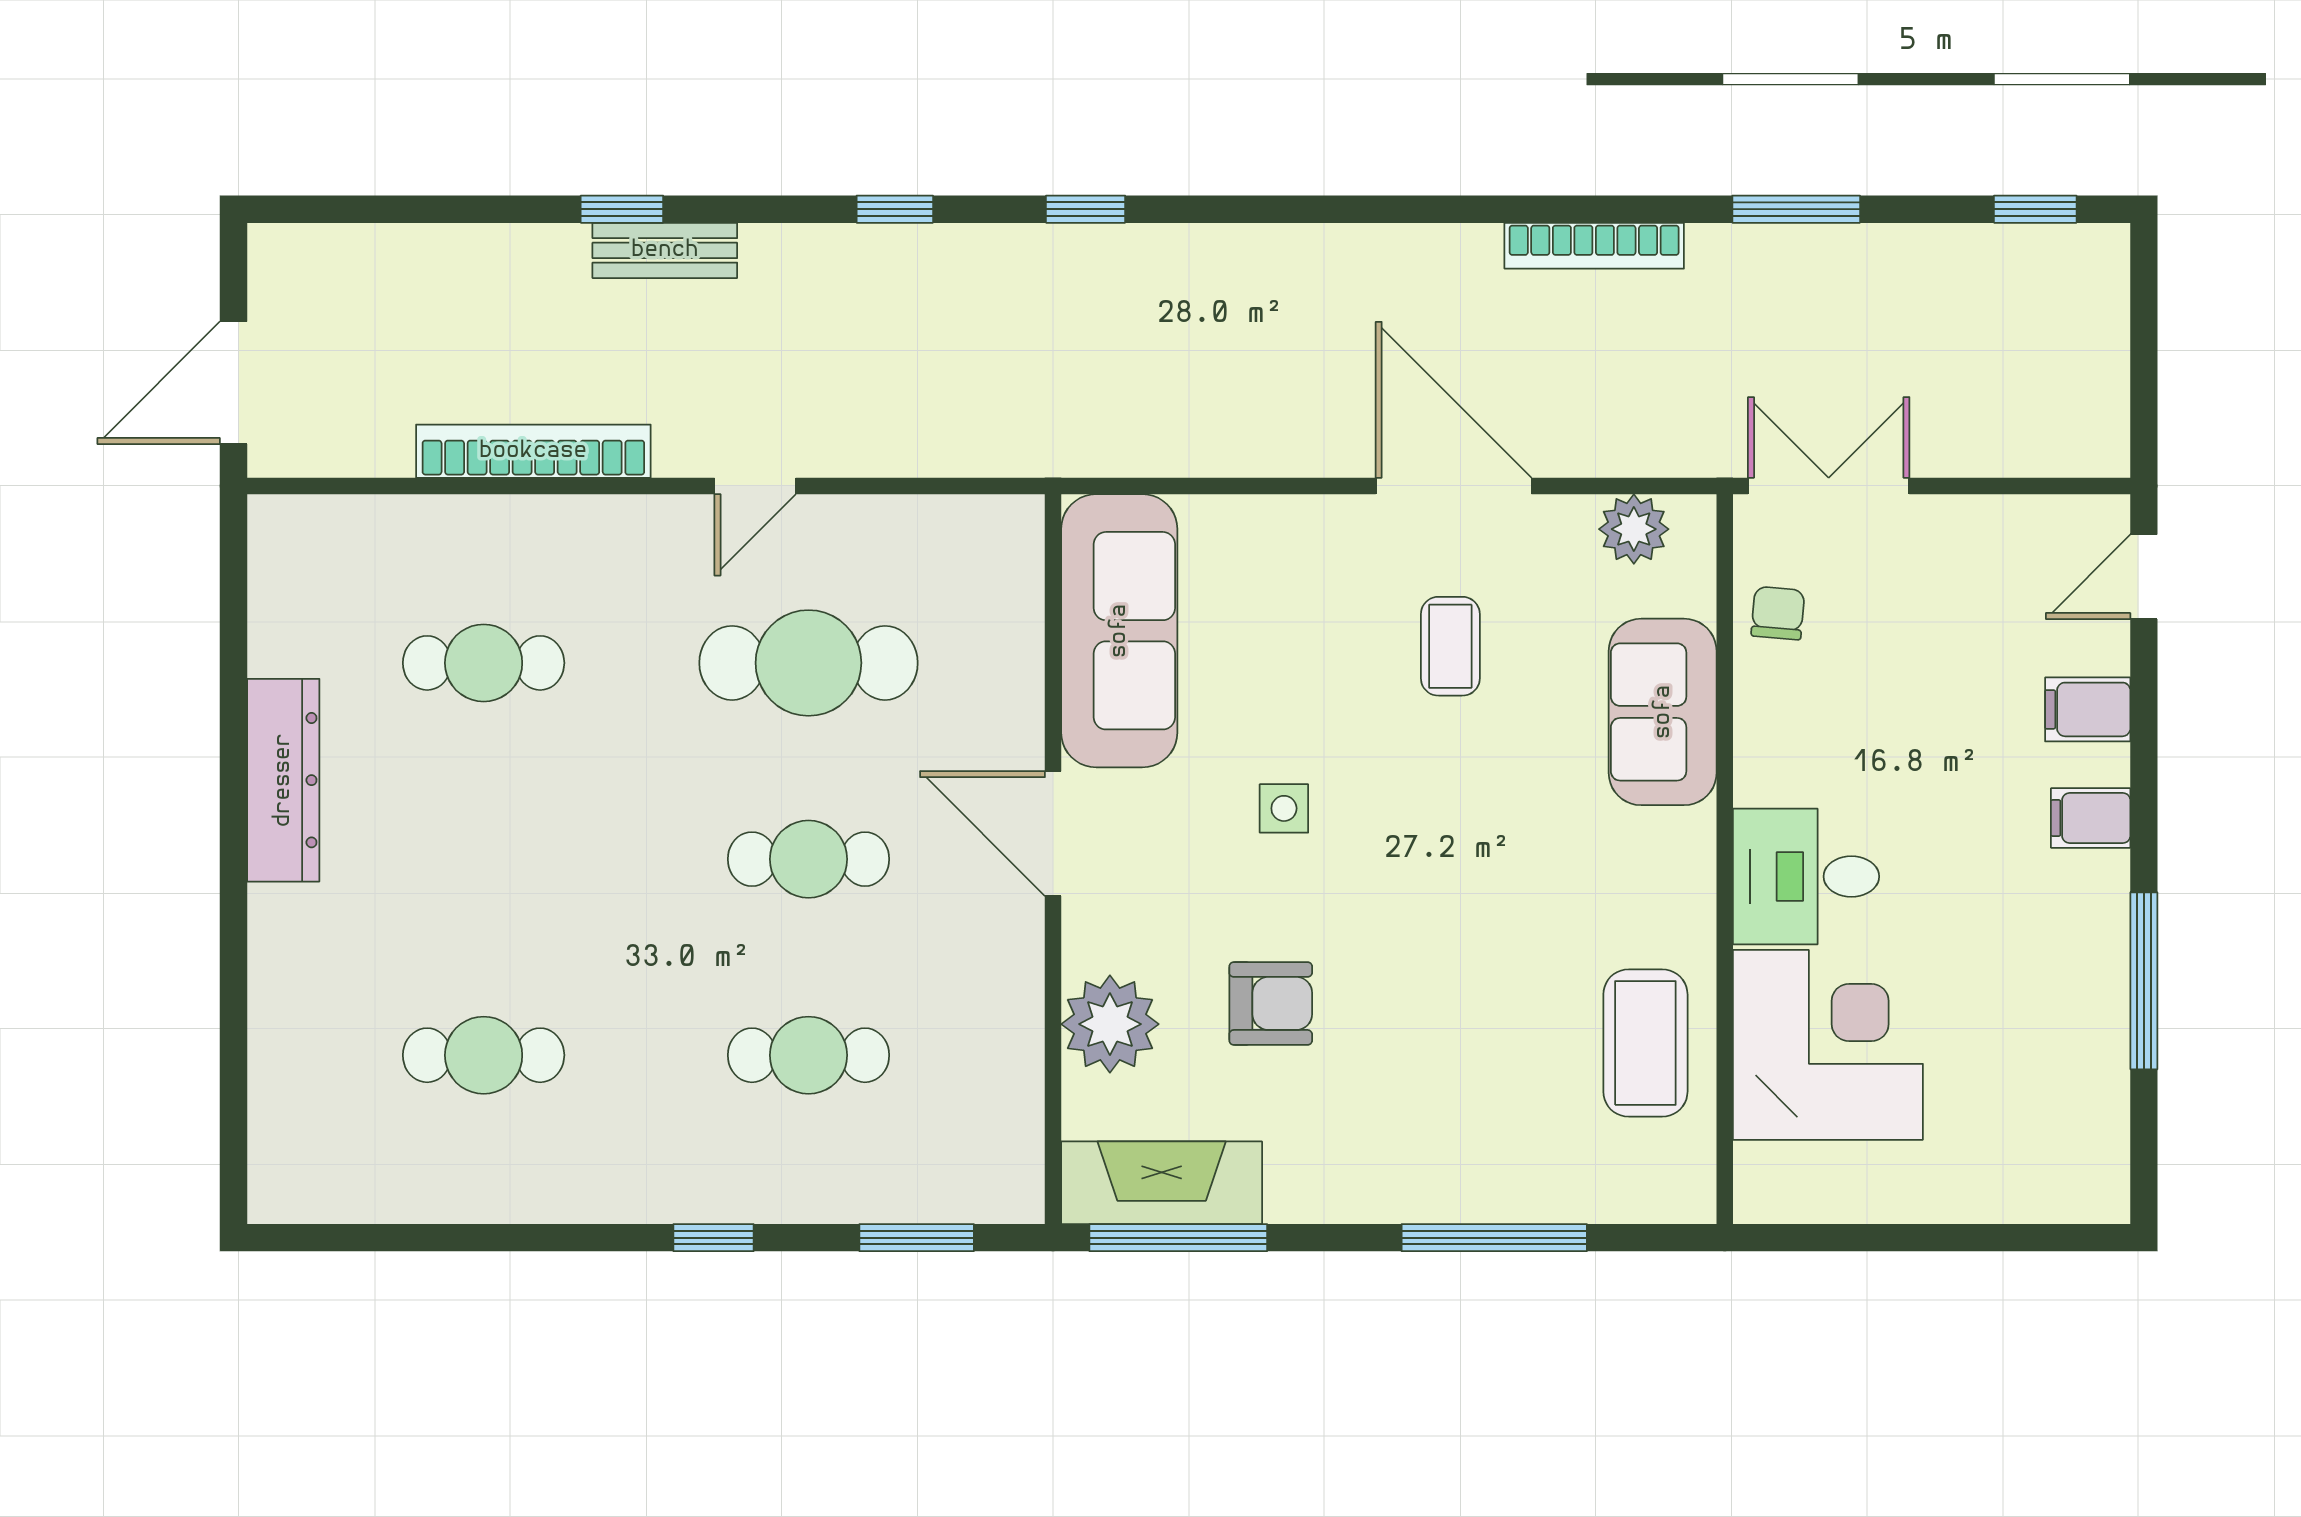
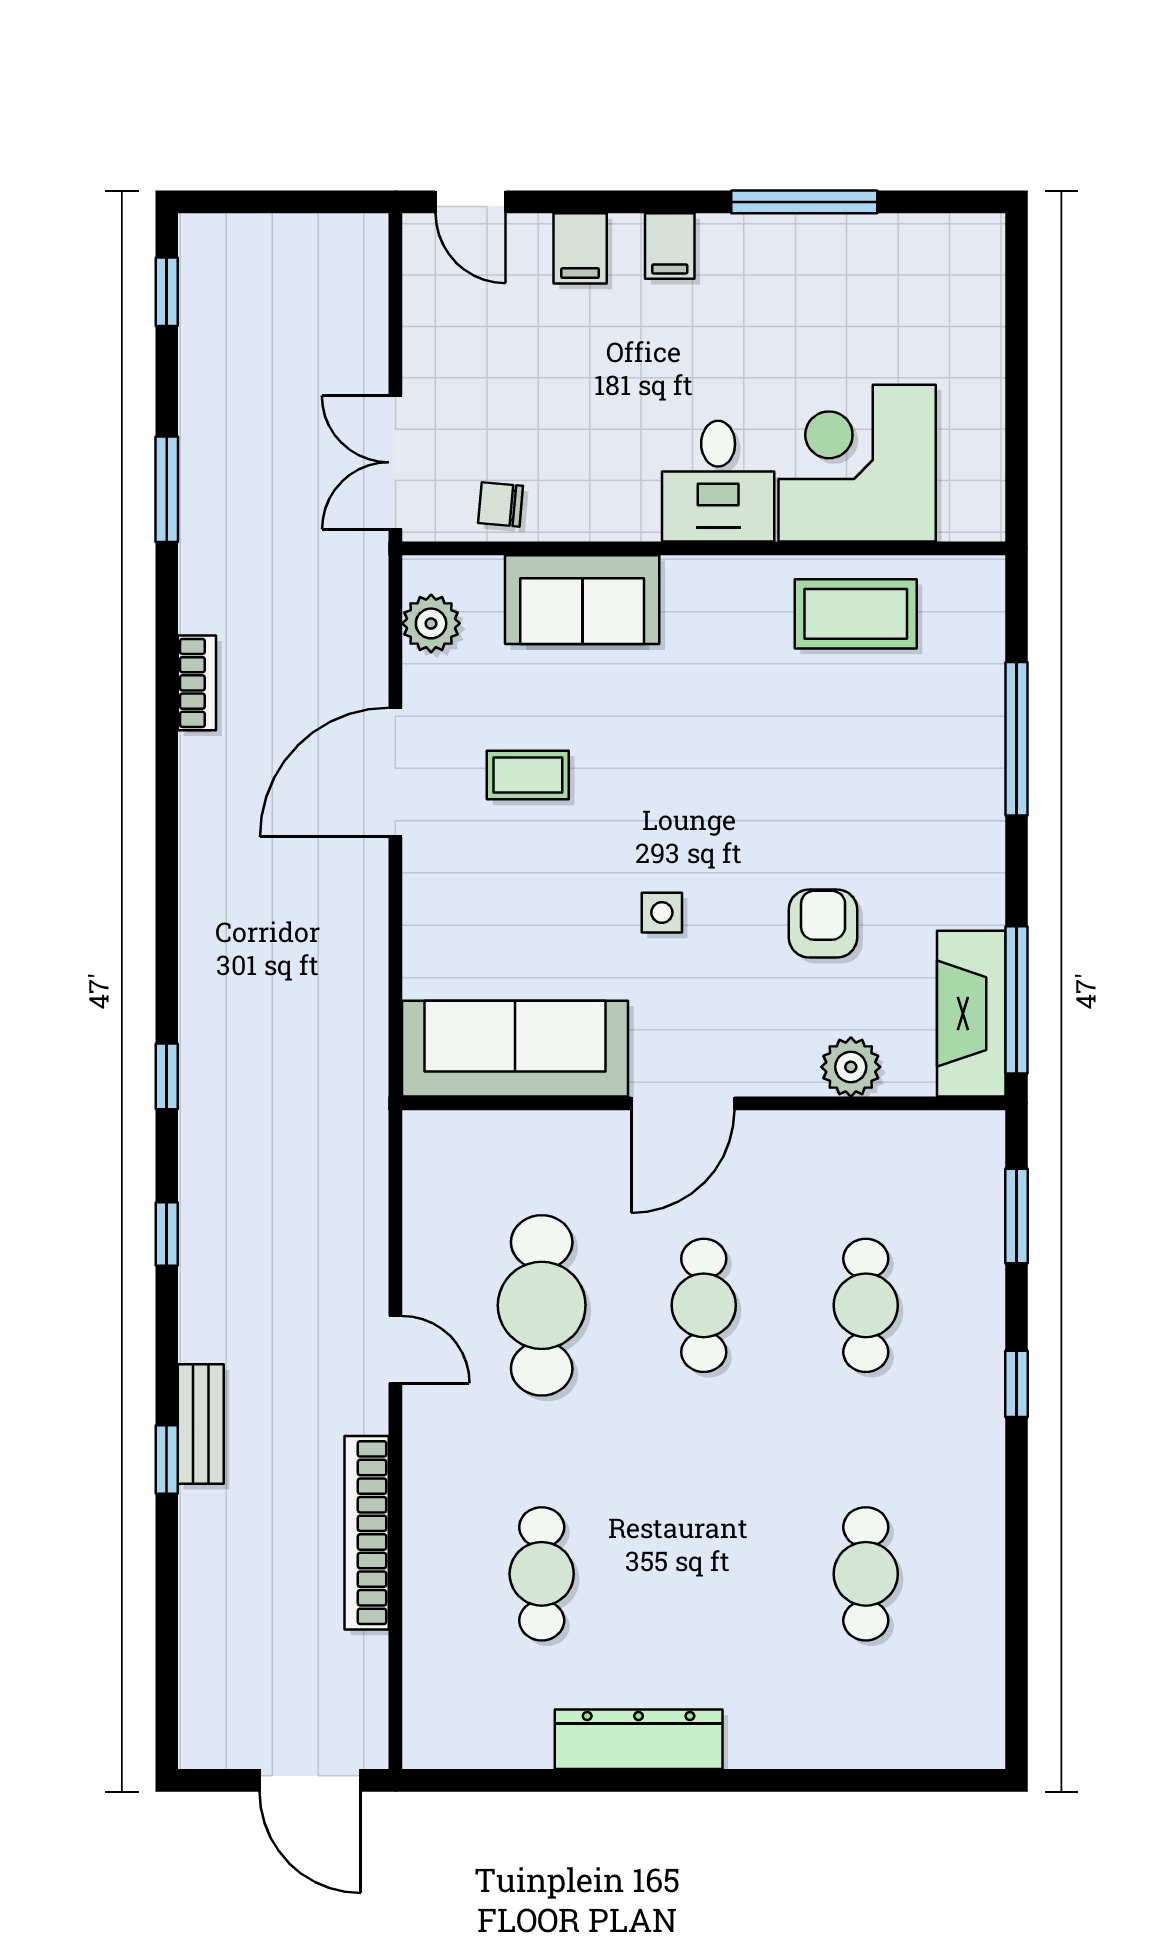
bookcase: (1594, 246) -> (197, 683), width x0.64
plant: (1110, 1024) -> (851, 1067), width x0.73, depth x0.73

